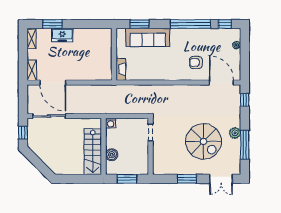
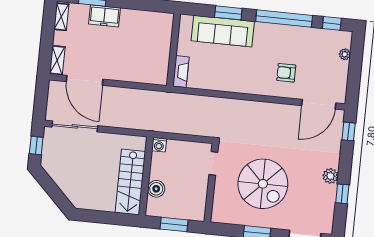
window: (140, 24) -> (228, 13), moved
door: (221, 83) -> (319, 104), swing flipped
spiral stairs: (203, 141) -> (263, 184), moved
window: (245, 145) -> (342, 194), width x0.46

